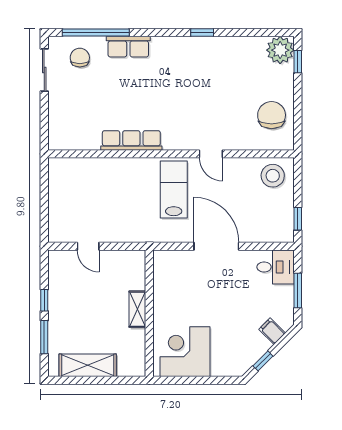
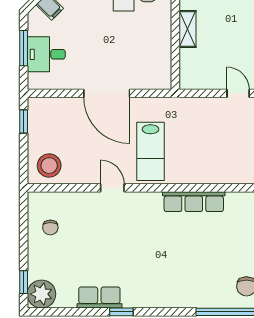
row of seats: (128, 47) -> (99, 298), moved
chair: (272, 115) -> (50, 228), width x0.54, depth x0.54
desk: (276, 267) -> (46, 54), moved

